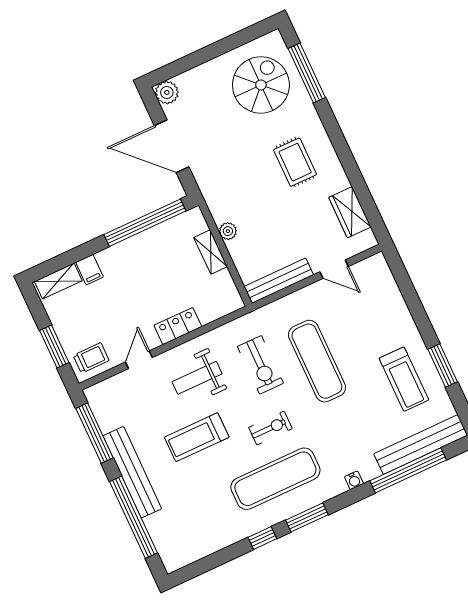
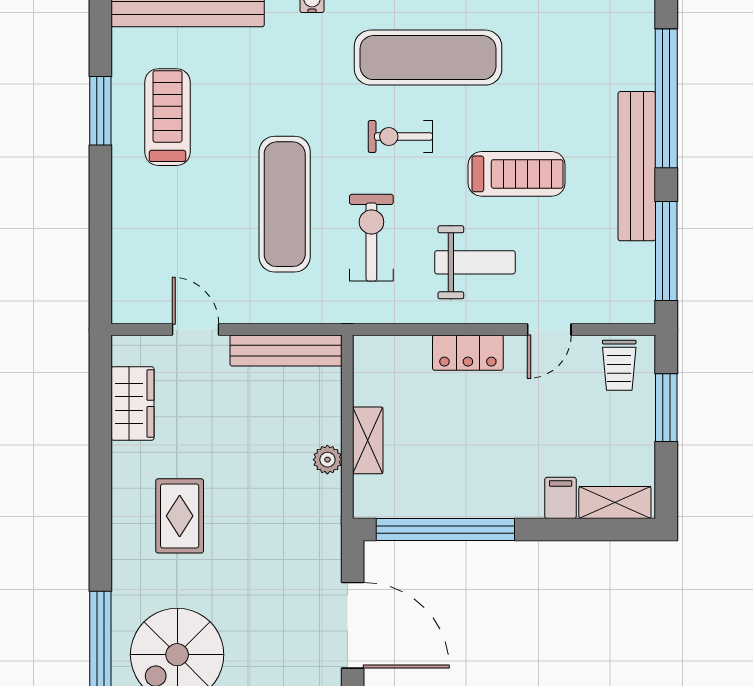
trolley: (91, 358) -> (619, 365), turned -90

